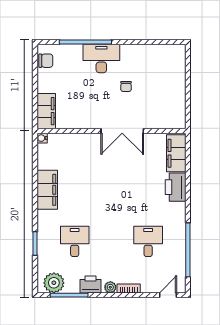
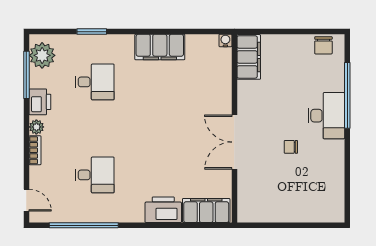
filing cabinet: (46, 111) -> (249, 57), moved, turned -90

